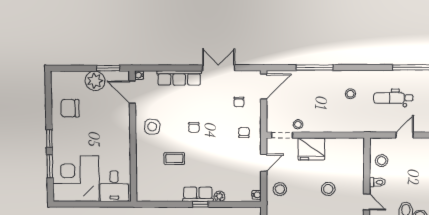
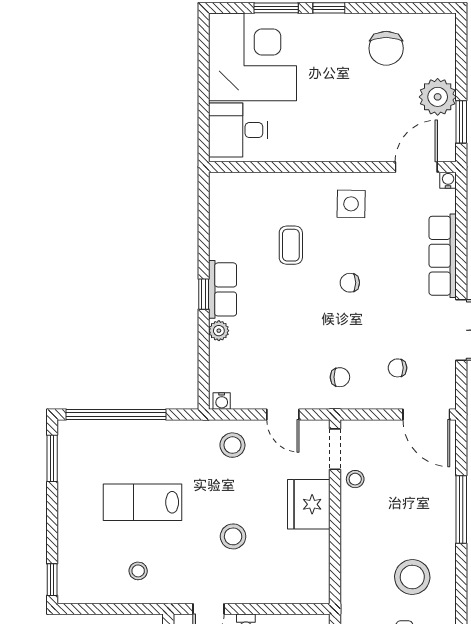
stool: (350, 94) -> (412, 577), width x1.89, depth x1.89
chair: (70, 108) -> (386, 48), turned 180

